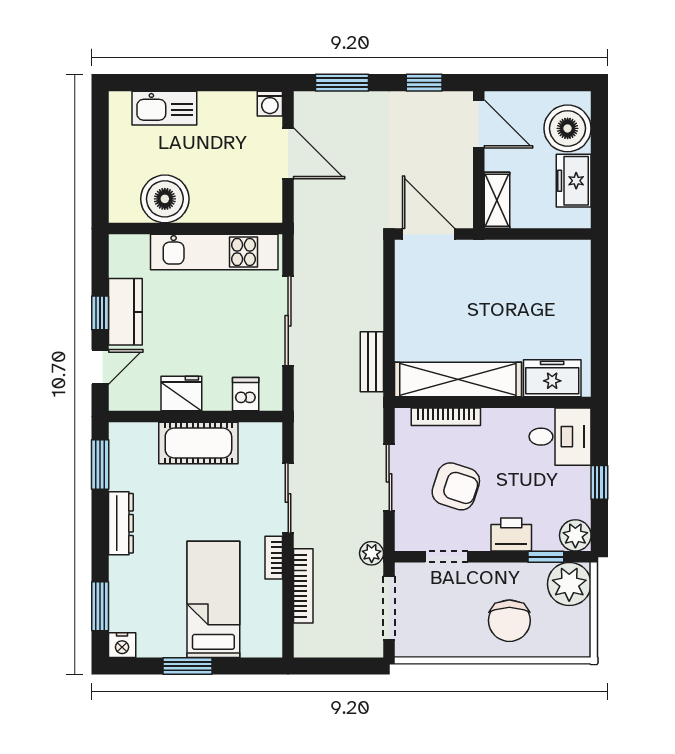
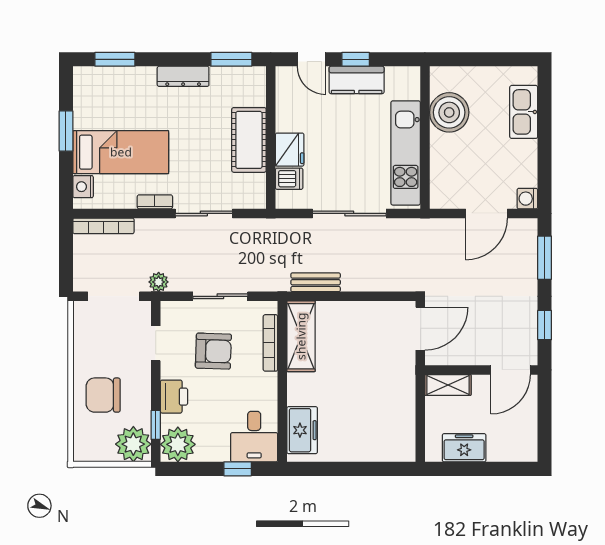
boiler: (568, 128) -> (507, 443), removed
shelving: (458, 380) -> (301, 336), width x0.68
fridge: (181, 393) -> (290, 150), moved
window: (599, 482) -> (238, 469), moved
armchair: (456, 486) -> (213, 351), turned -106
plant: (575, 535) -> (178, 444), width x1.36, depth x1.36
bookcase: (303, 586) -> (103, 226), moved
nightstand: (122, 645) -> (83, 187), moved

